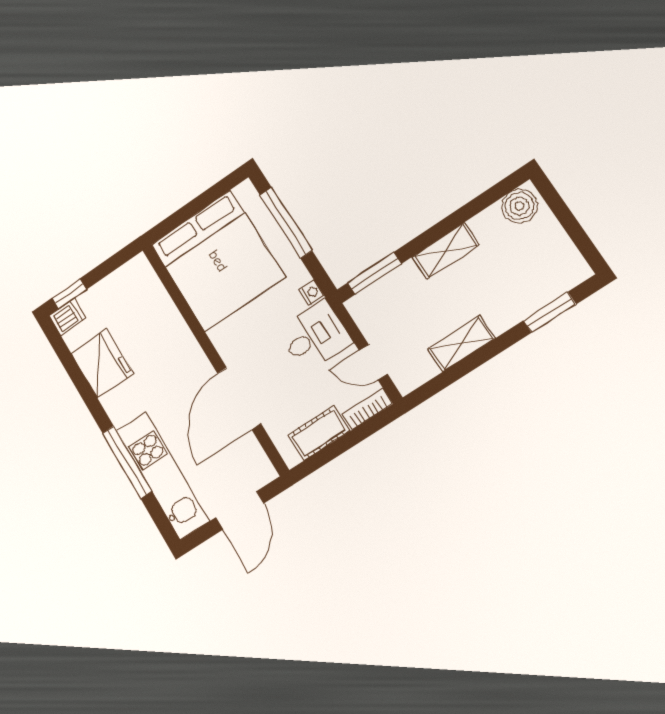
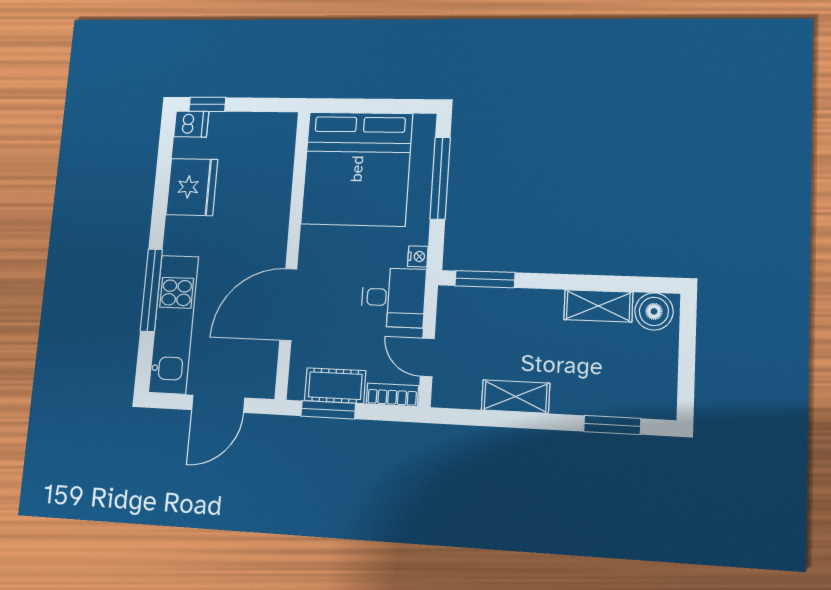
shelving: (446, 251) -> (598, 306), moved
window: (327, 455) -> (328, 410), added

